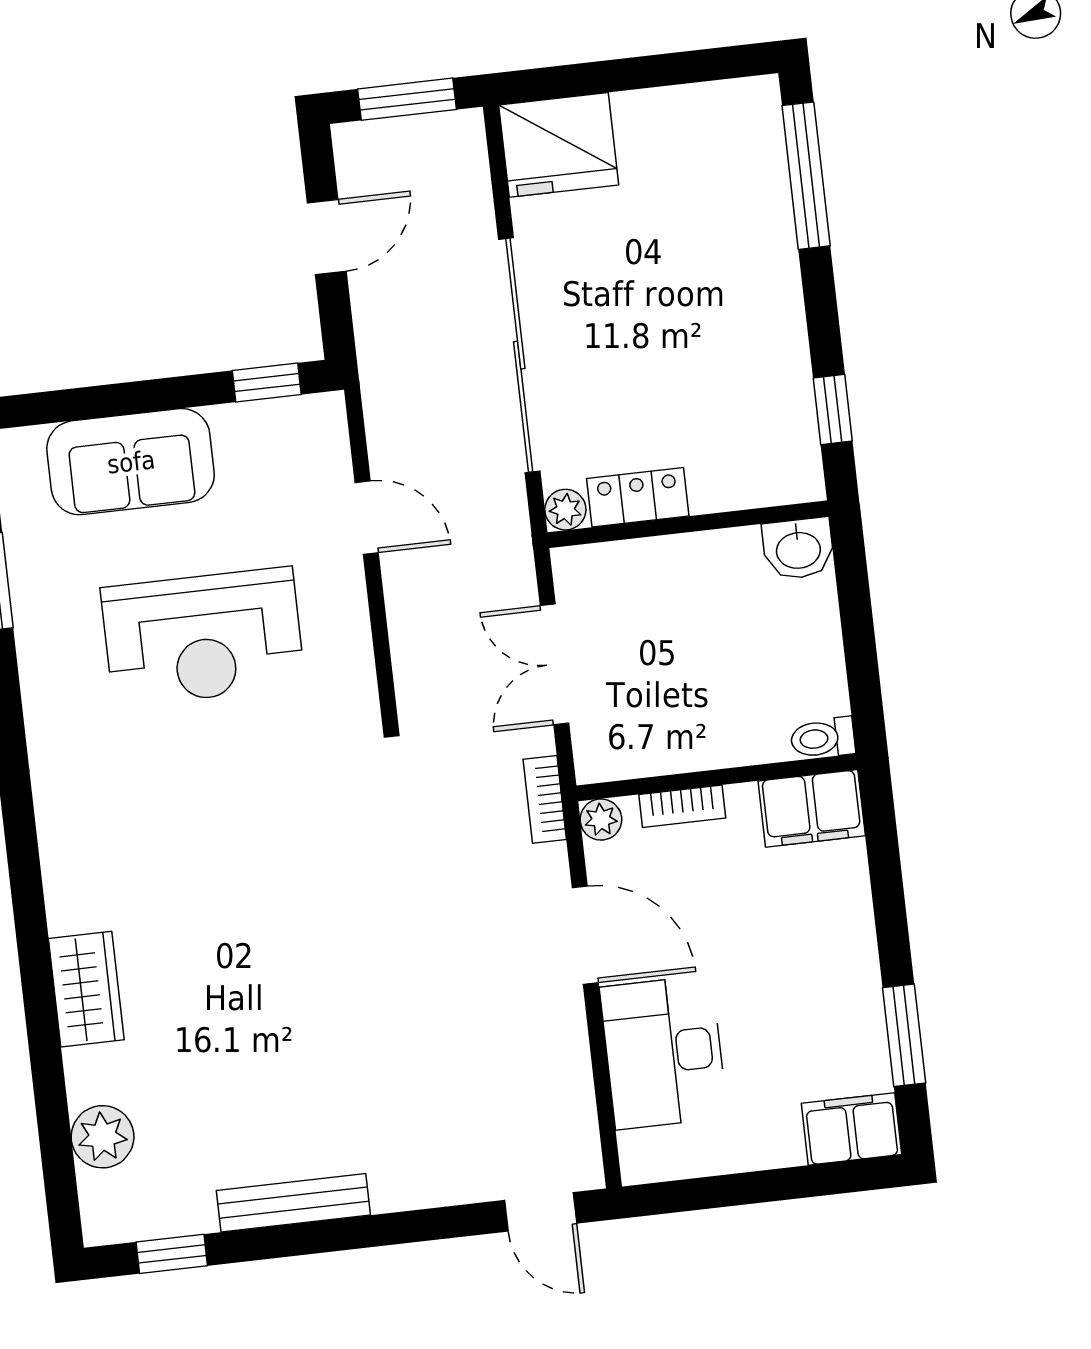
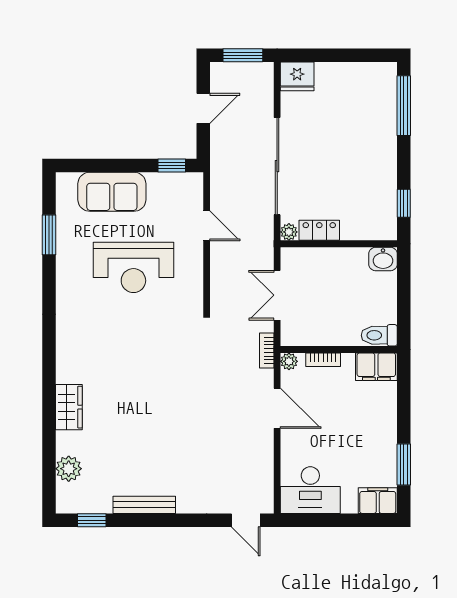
fridge: (559, 145) -> (297, 76), width x0.73, depth x0.75
toilet: (823, 738) -> (379, 335), width x1.37, depth x1.39
desk: (664, 1052) -> (310, 490), moved, turned -90

